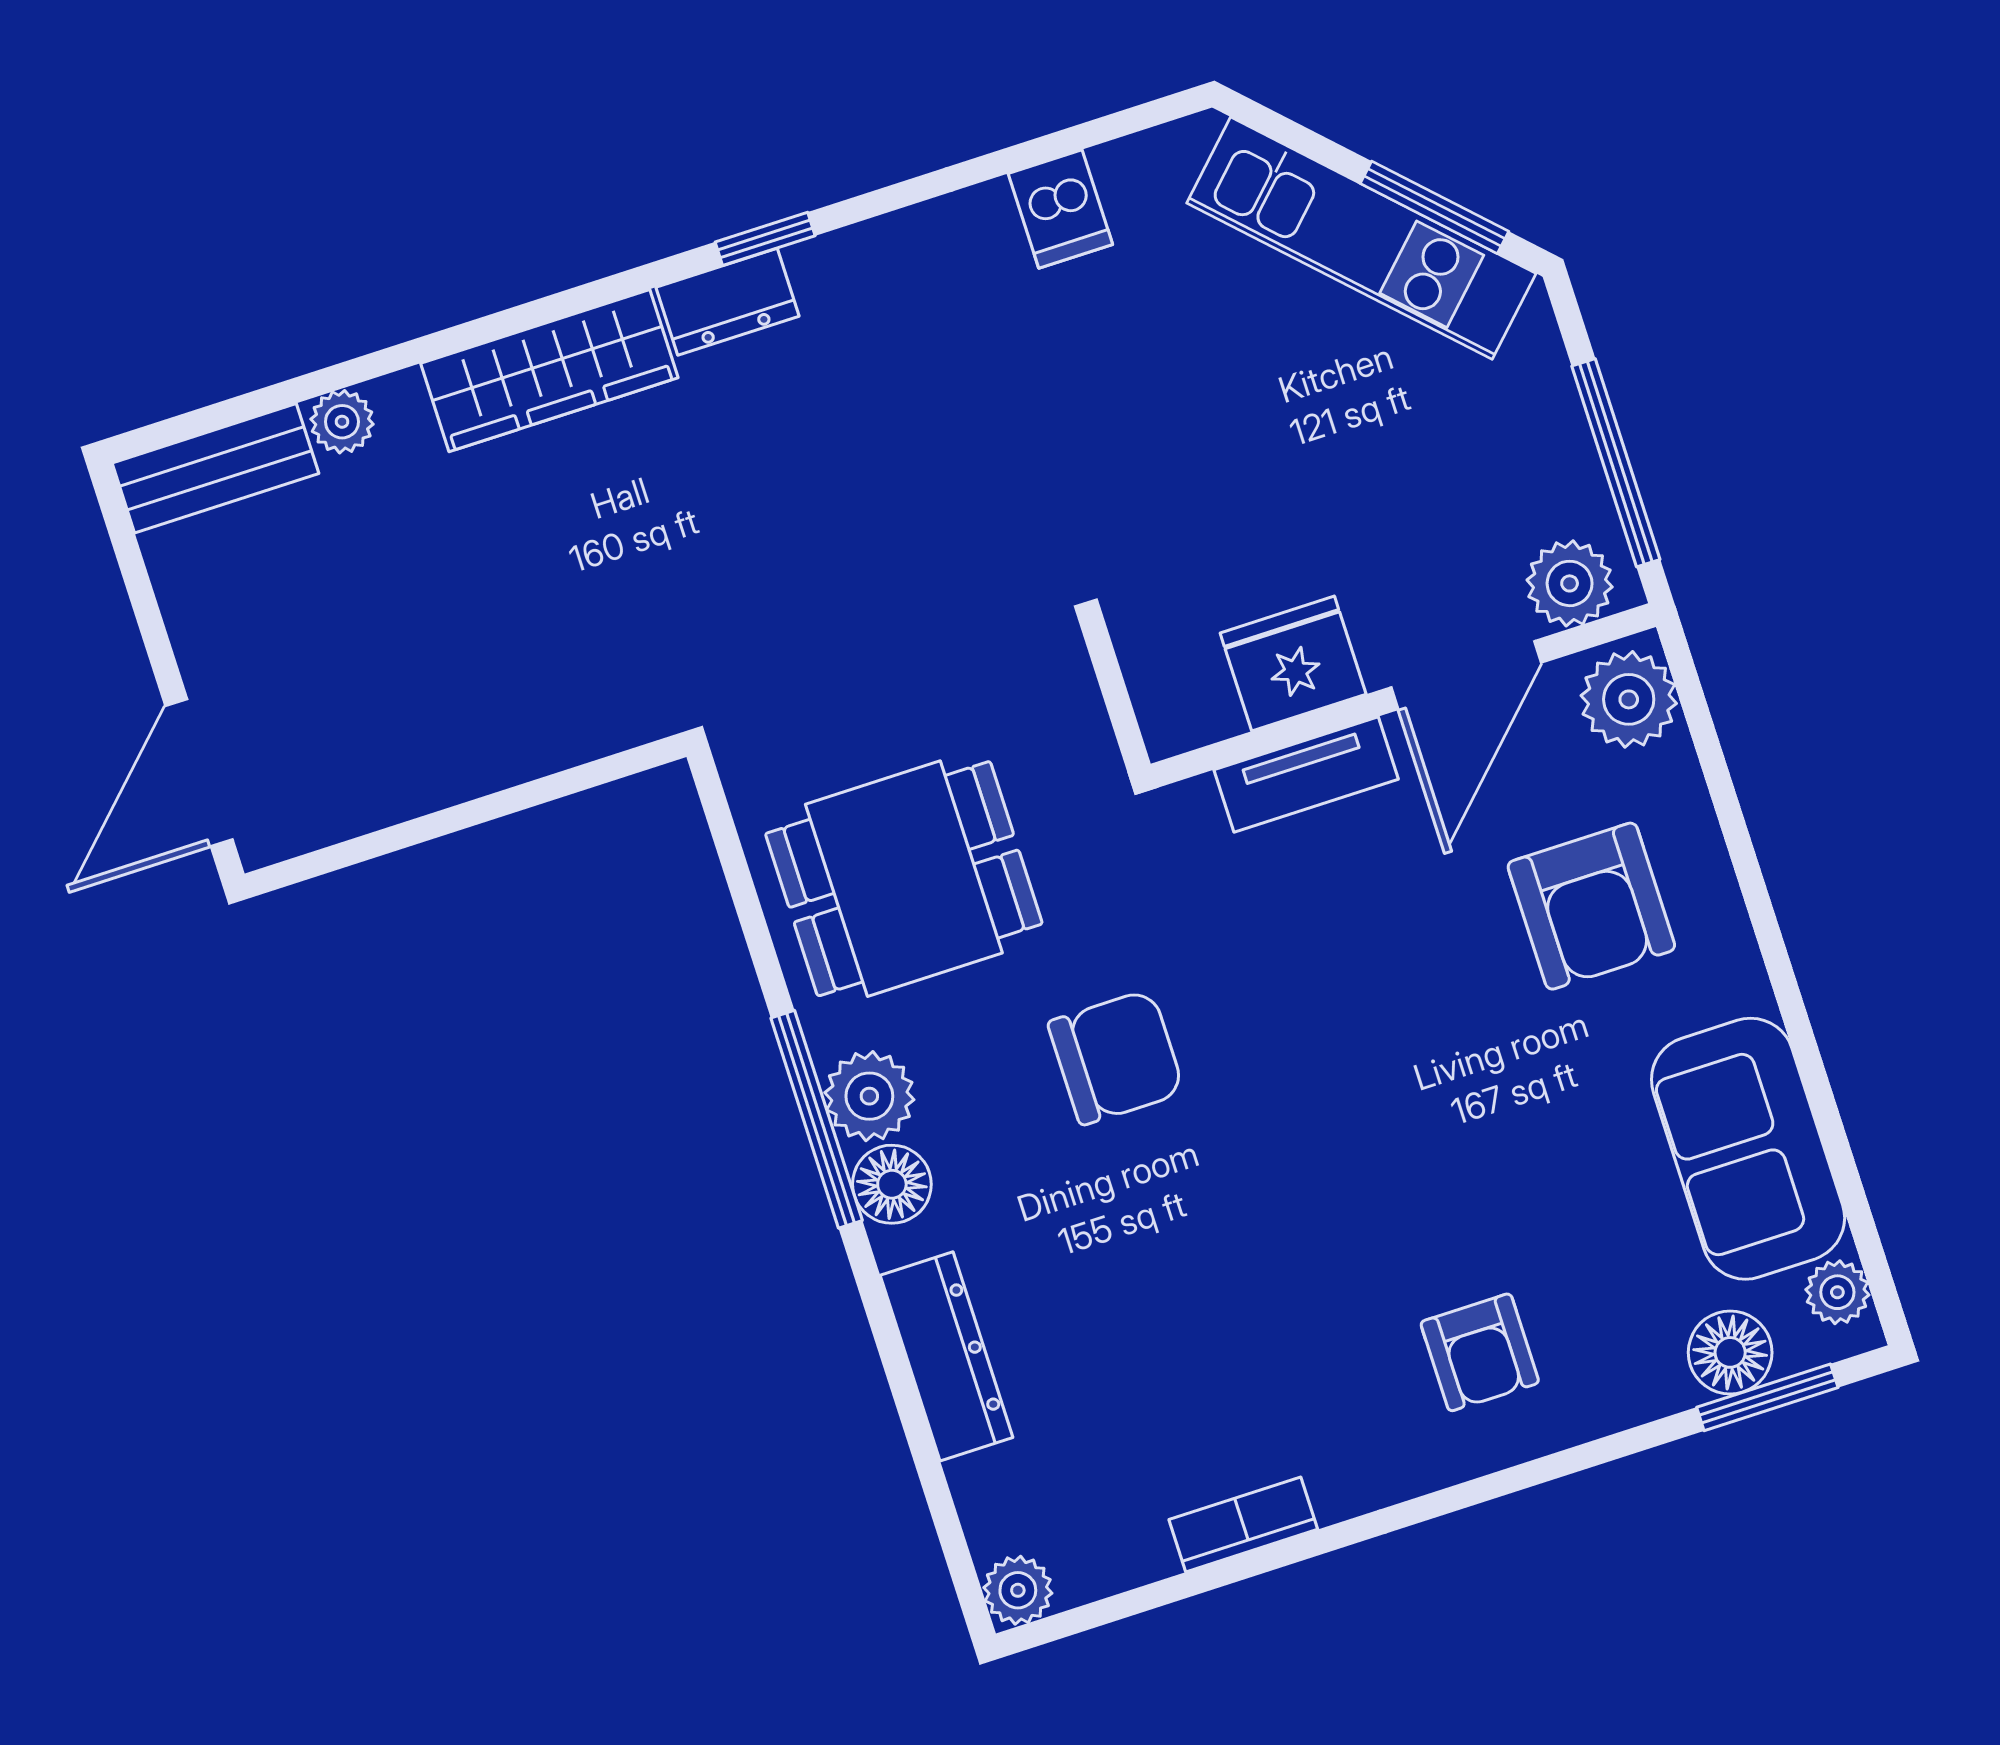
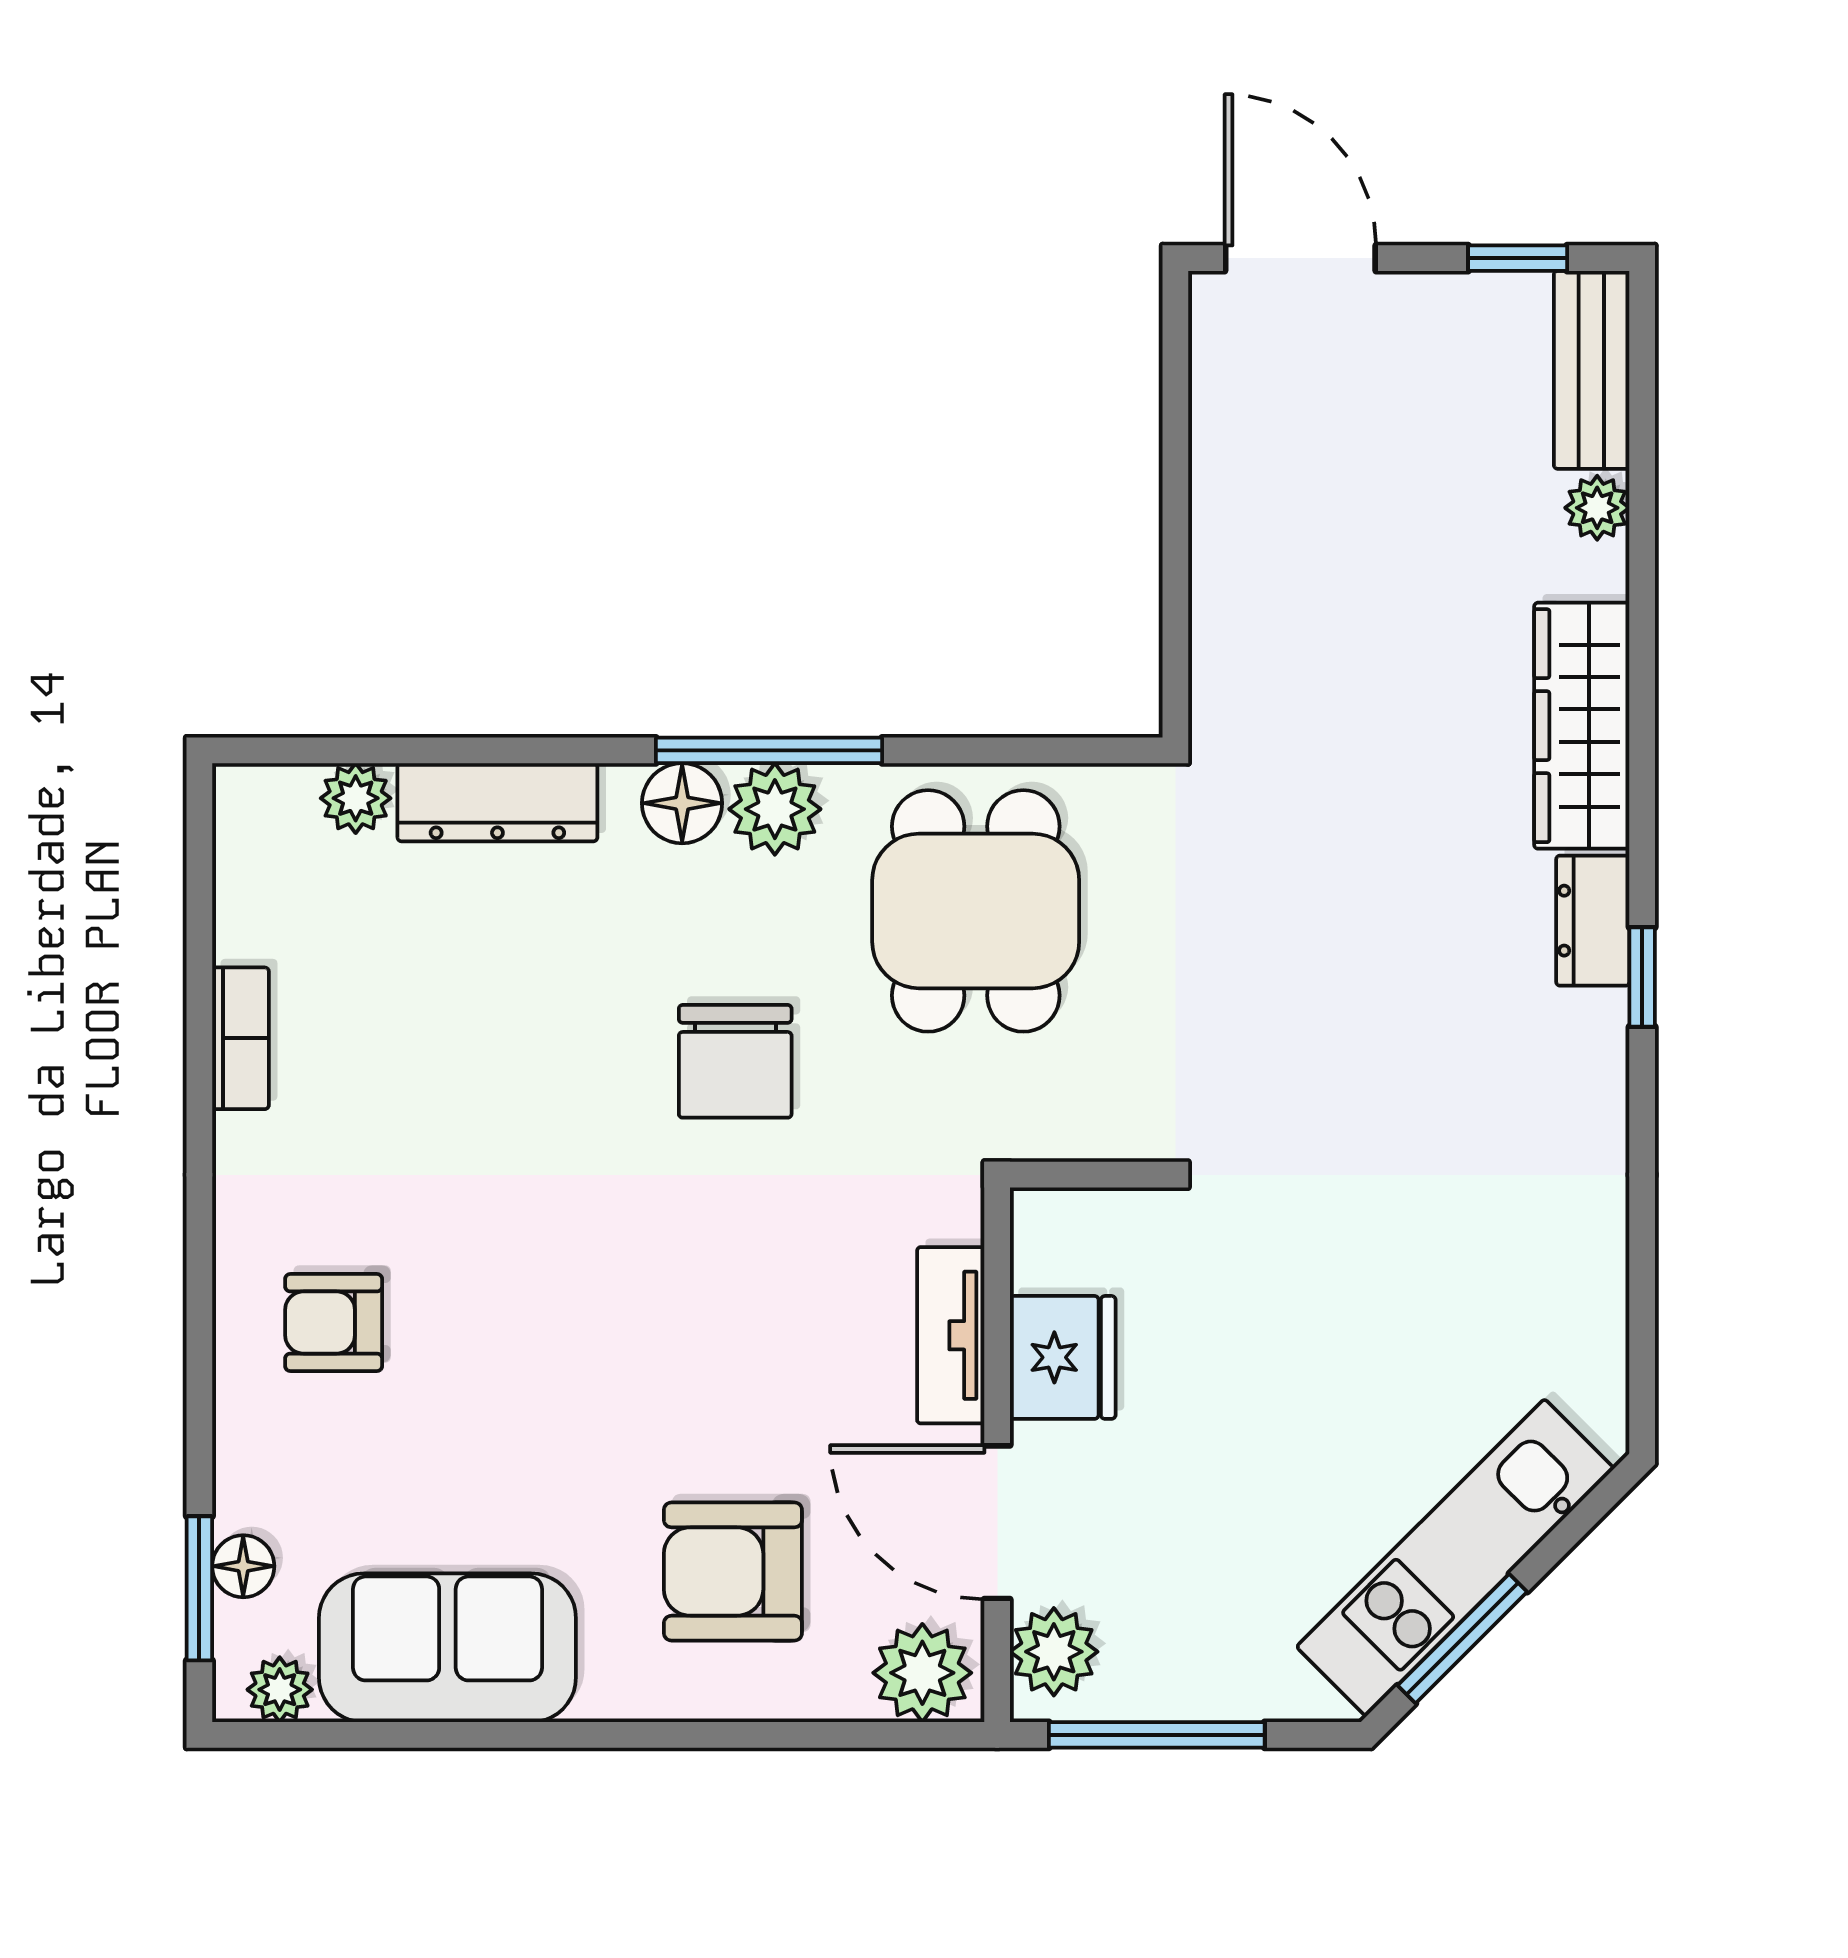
dishwasher: (1060, 209) -> (1578, 1274), removed
window: (134, 571) -> (1518, 258), added
floor lamp: (1730, 1352) -> (243, 1566), width x0.73, depth x0.73
plant: (1018, 1590) -> (356, 798), moved

